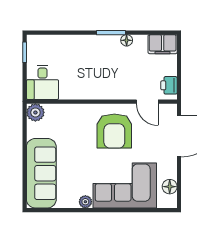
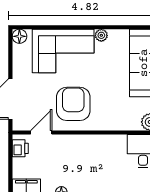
door: (147, 102) -> (41, 133), hinge flipped
floor lamp: (170, 187) -> (19, 36), moved

